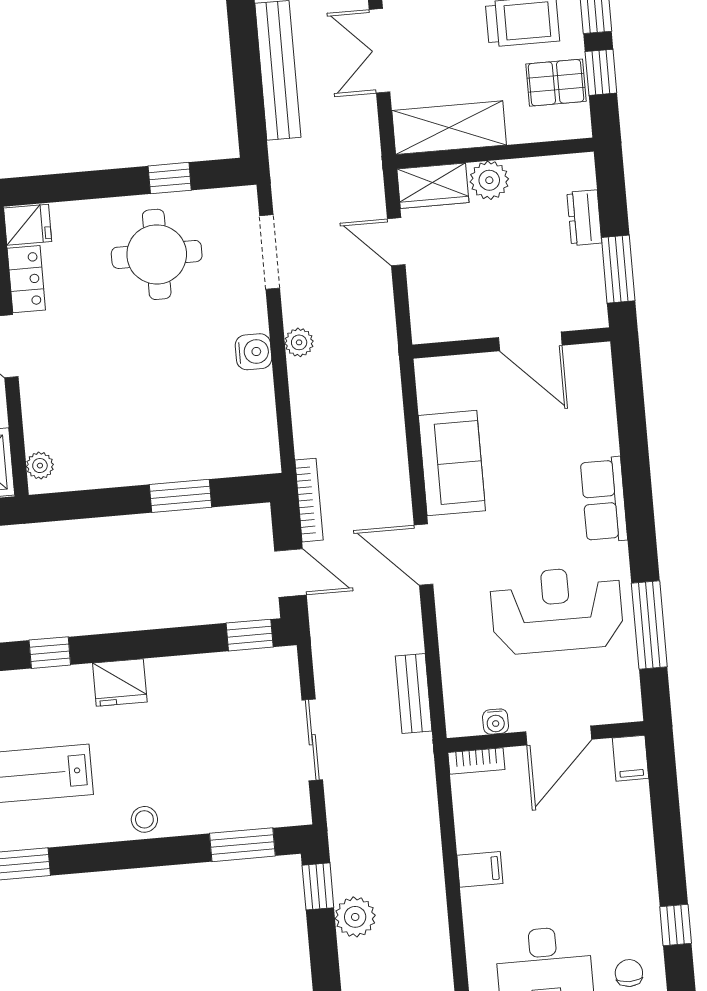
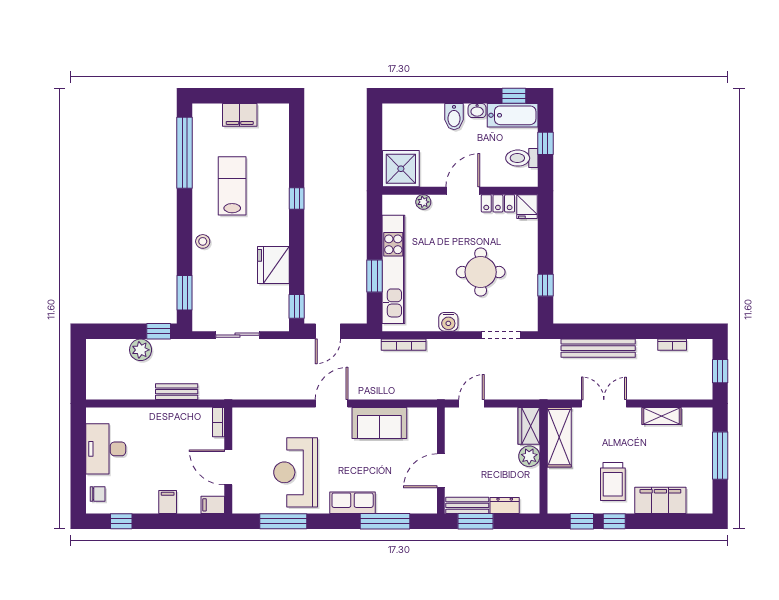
pallet: (556, 83) -> (578, 497), removed
door: (396, 242) -> (471, 403), moved
round table: (157, 254) -> (481, 272), moved
bench: (590, 287) -> (467, 505), added
plant: (299, 342) -> (451, 347), removed
window: (633, 437) -> (385, 521), added
kitchen unit: (165, 462) -> (393, 269), added
plant: (40, 466) -> (423, 202), moved
bookcase: (309, 500) -> (404, 345), moved
reception desk: (557, 610) -> (296, 472), turned 180
fridge: (120, 683) -> (273, 265), moved, width x1.36, depth x1.34
bench: (414, 693) -> (177, 392), moved
water cooler: (496, 722) -> (239, 434), removed
filing cabinet: (480, 869) -> (168, 502), moved, turned 180

